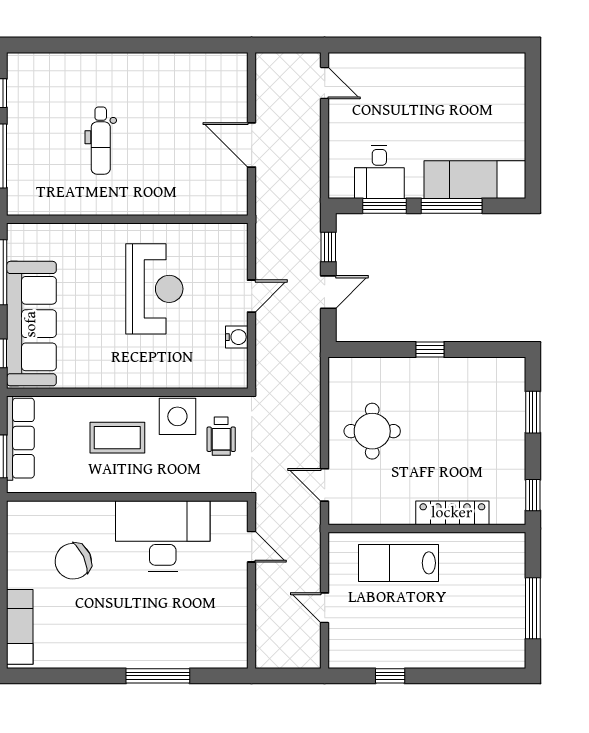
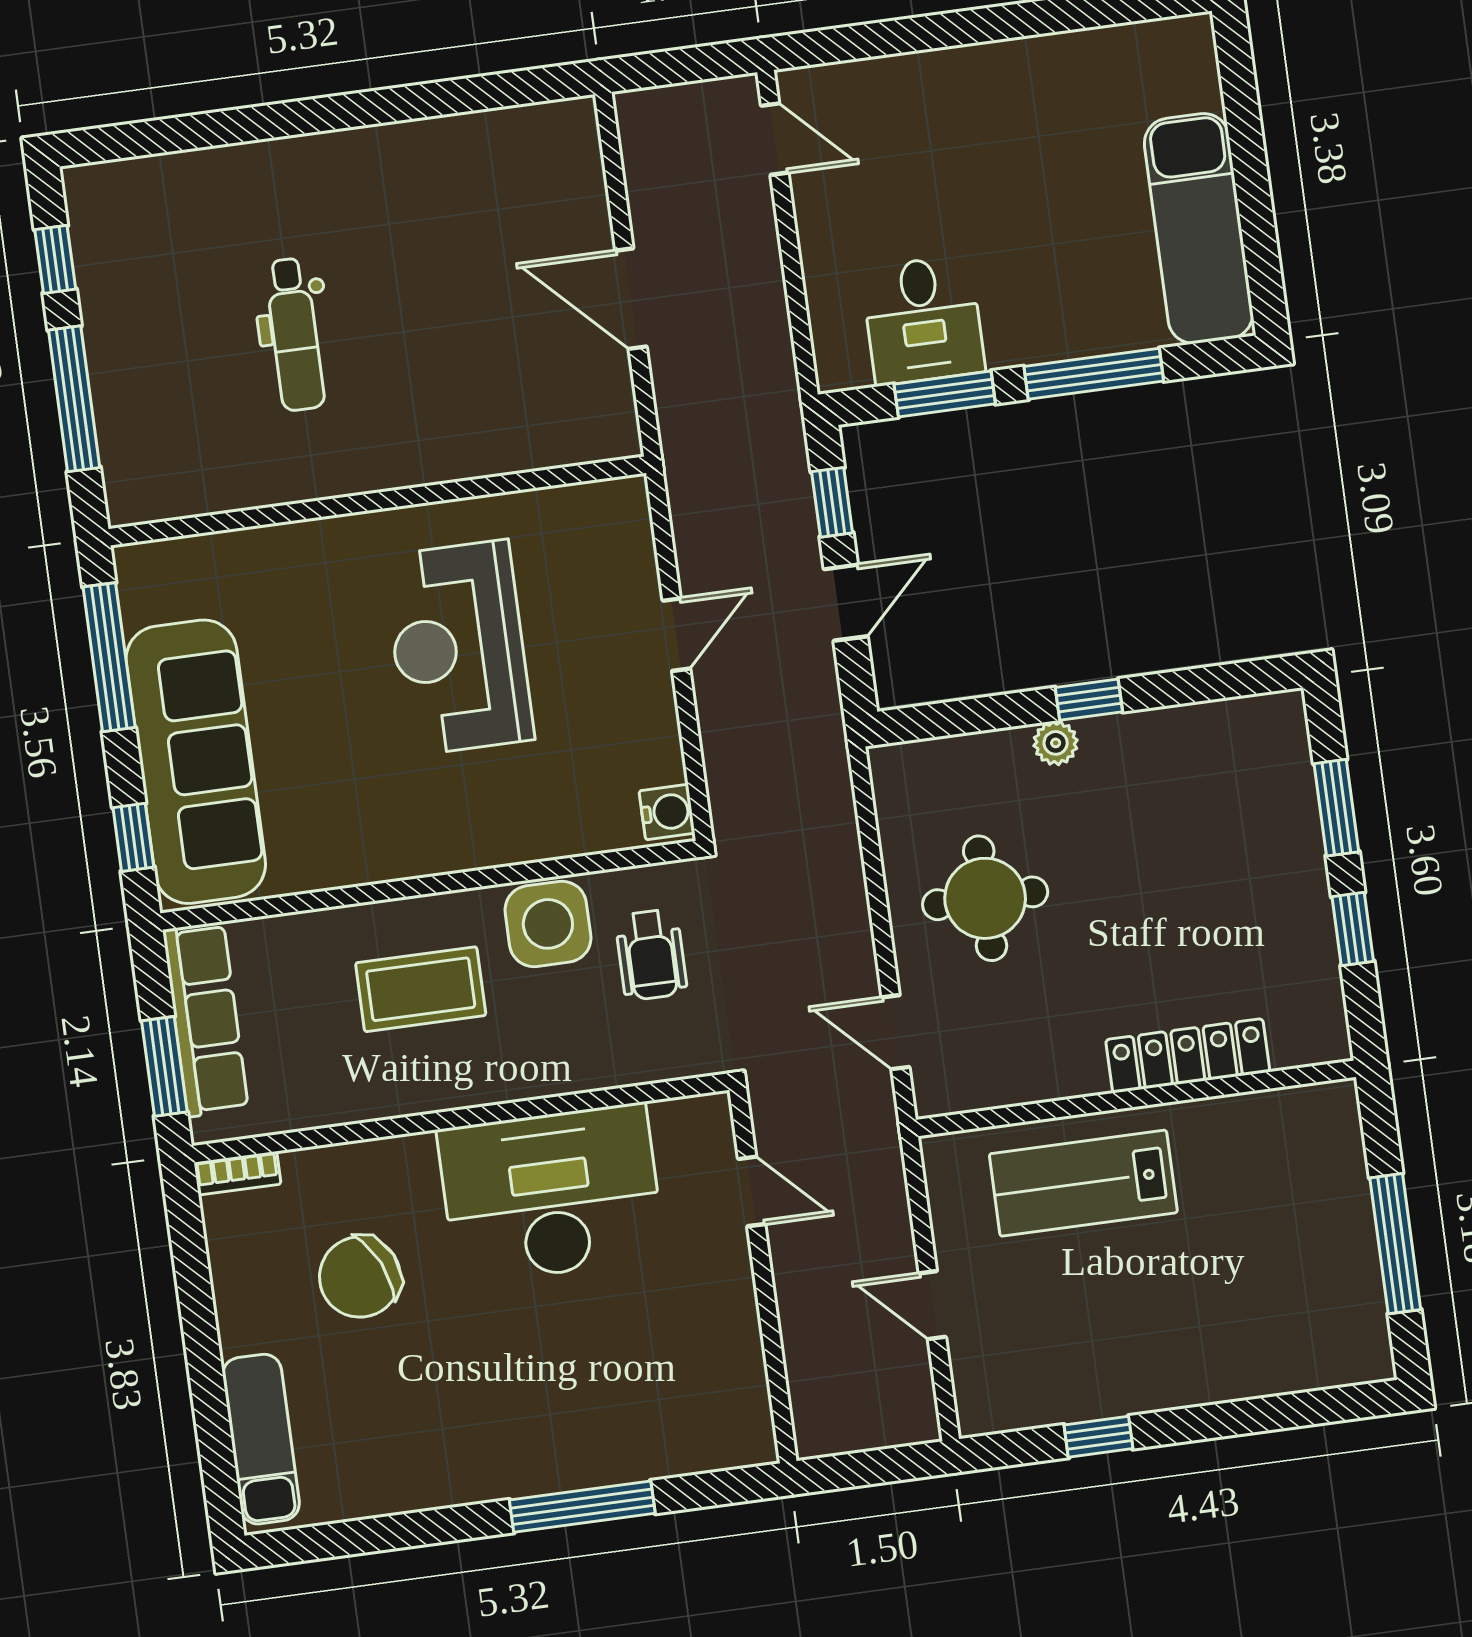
exam couch: (475, 180) -> (1199, 228), moved, turned -90
reception desk: (154, 289) -> (458, 648), turned 180
water cooler: (237, 337) -> (667, 812), moved
plant: (413, 367) -> (1056, 743), added
window: (533, 495) -> (1353, 929), moved
bookcase: (25, 508) -> (237, 1173), added

